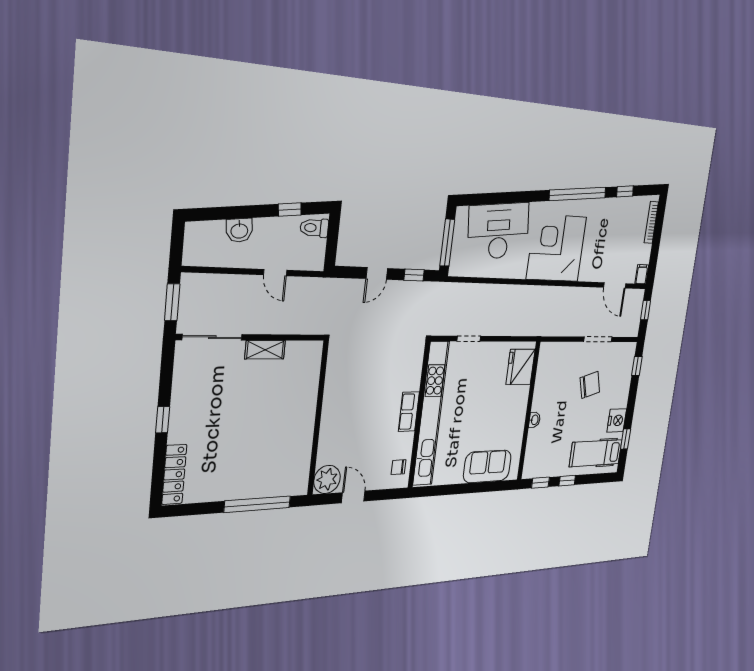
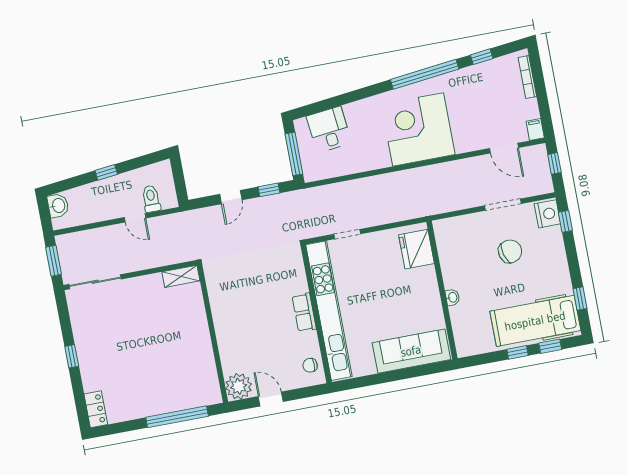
window: (290, 210) -> (106, 172), moved
toilet: (314, 228) -> (151, 199), moved, turned 90
washbasin: (239, 230) -> (58, 206), moved, turned -84
desk: (498, 231) -> (329, 130), width x0.53, depth x0.77
shelving: (265, 350) -> (181, 276), moved
nightstand: (617, 420) -> (547, 214), moved
hospital bed: (596, 453) -> (535, 321), width x1.37, depth x1.29
sofa: (487, 466) -> (411, 351), width x1.36
locker: (174, 474) -> (96, 409), width x0.66
window: (540, 483) -> (550, 346), moved

